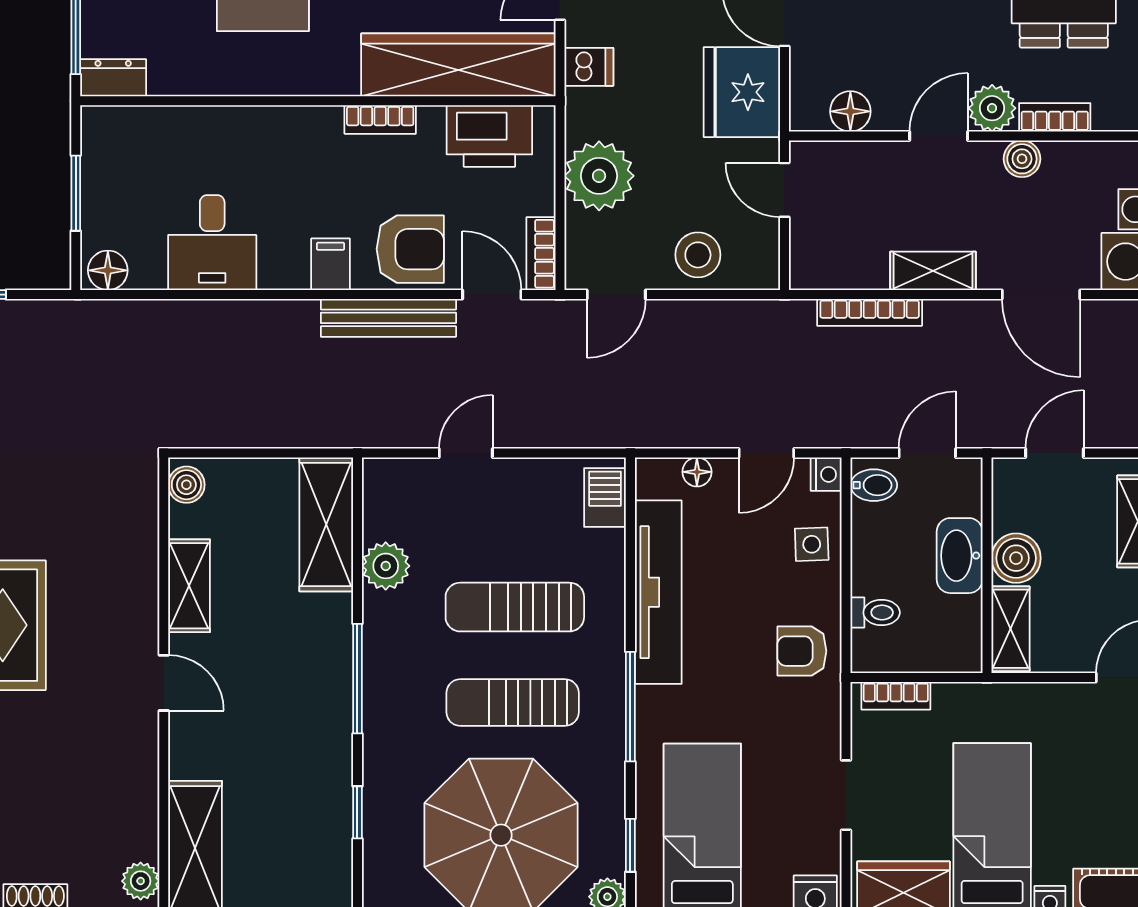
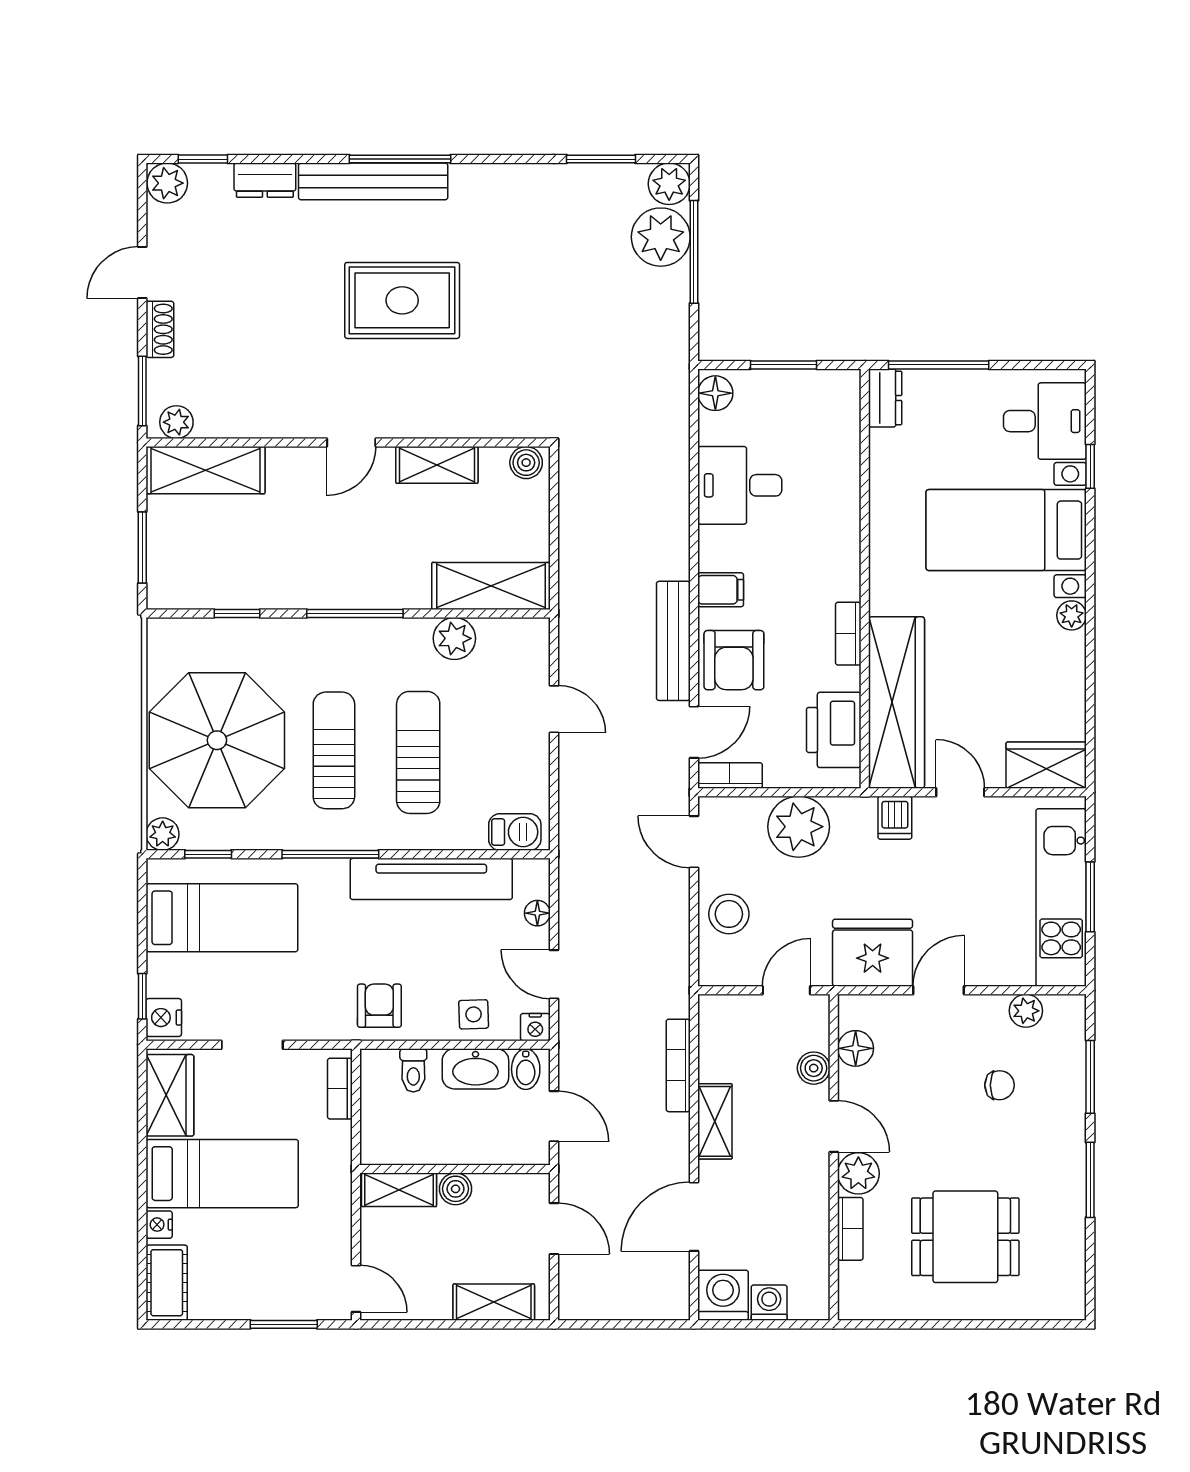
boiler: (1022, 159) -> (814, 1068), moved
washbasin: (960, 556) -> (475, 1069), moved, turned 180
boiler: (1016, 558) -> (456, 1189), width x0.73, depth x0.73

